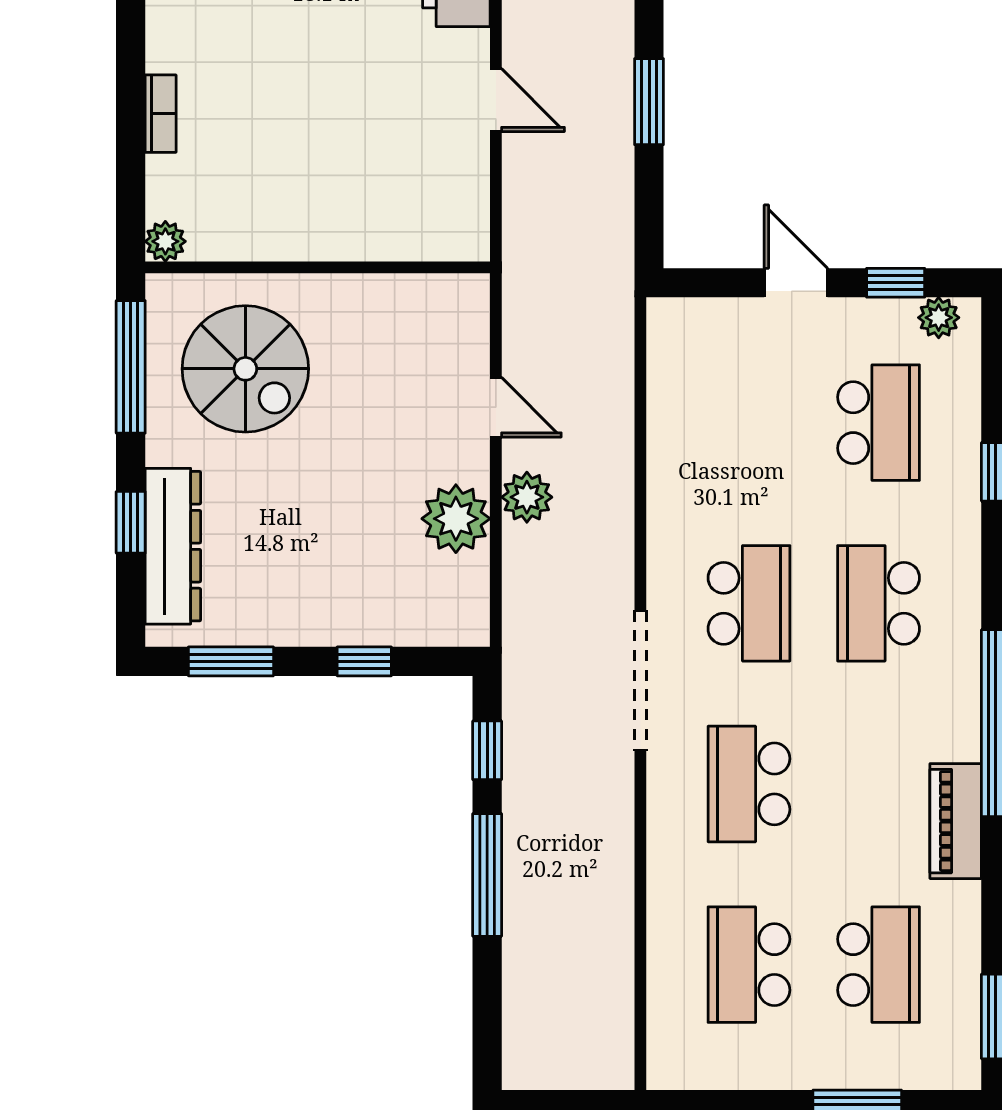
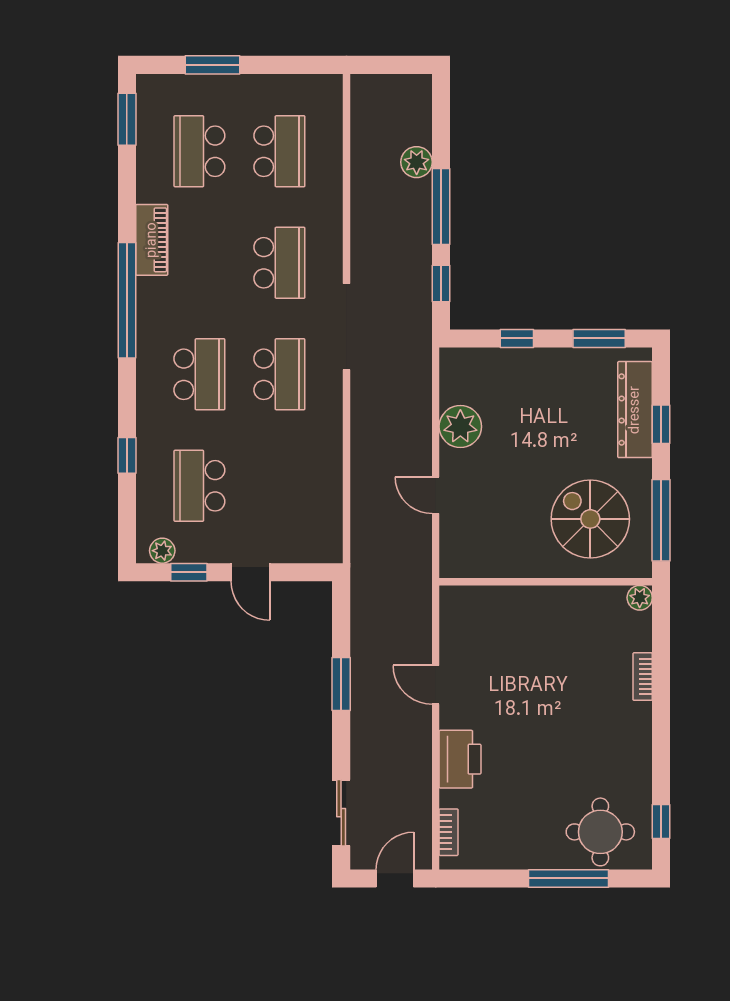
plant: (527, 497) -> (417, 162), moved
school desk: (749, 603) -> (279, 374), turned 180

